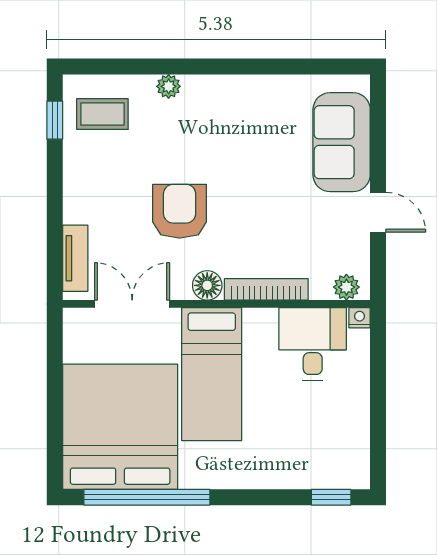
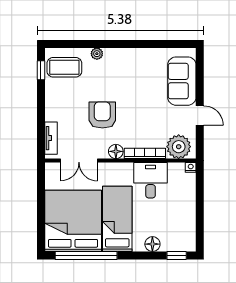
coffee table: (102, 114) -> (64, 67), width x1.36, depth x1.30
plant: (346, 287) -> (179, 147), width x1.88, depth x1.88
double door: (132, 304) -> (79, 161), swing flipped
desk: (313, 344) -> (151, 180), moved
bed: (212, 374) -> (117, 219), moved, turned 180
floor lamp: (282, 474) -> (152, 244), added

